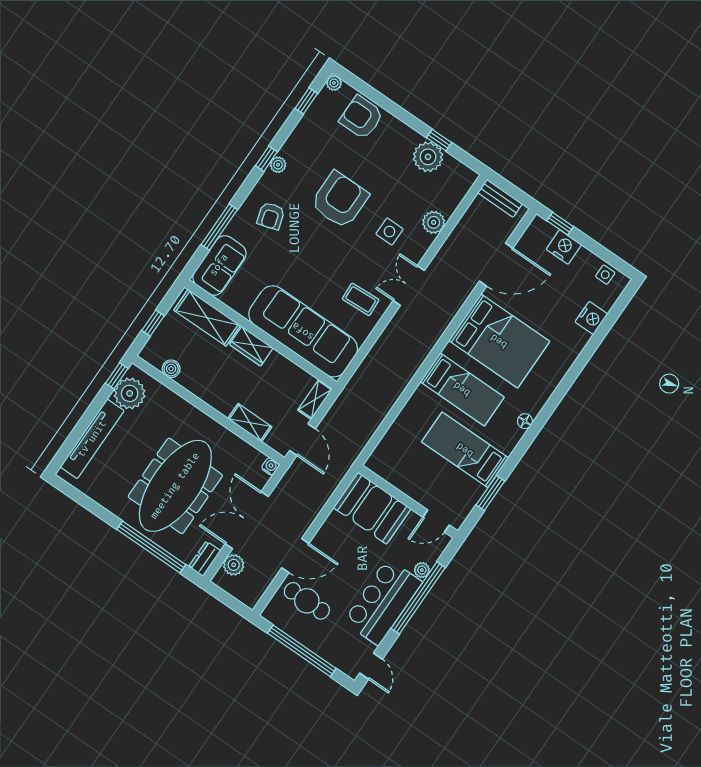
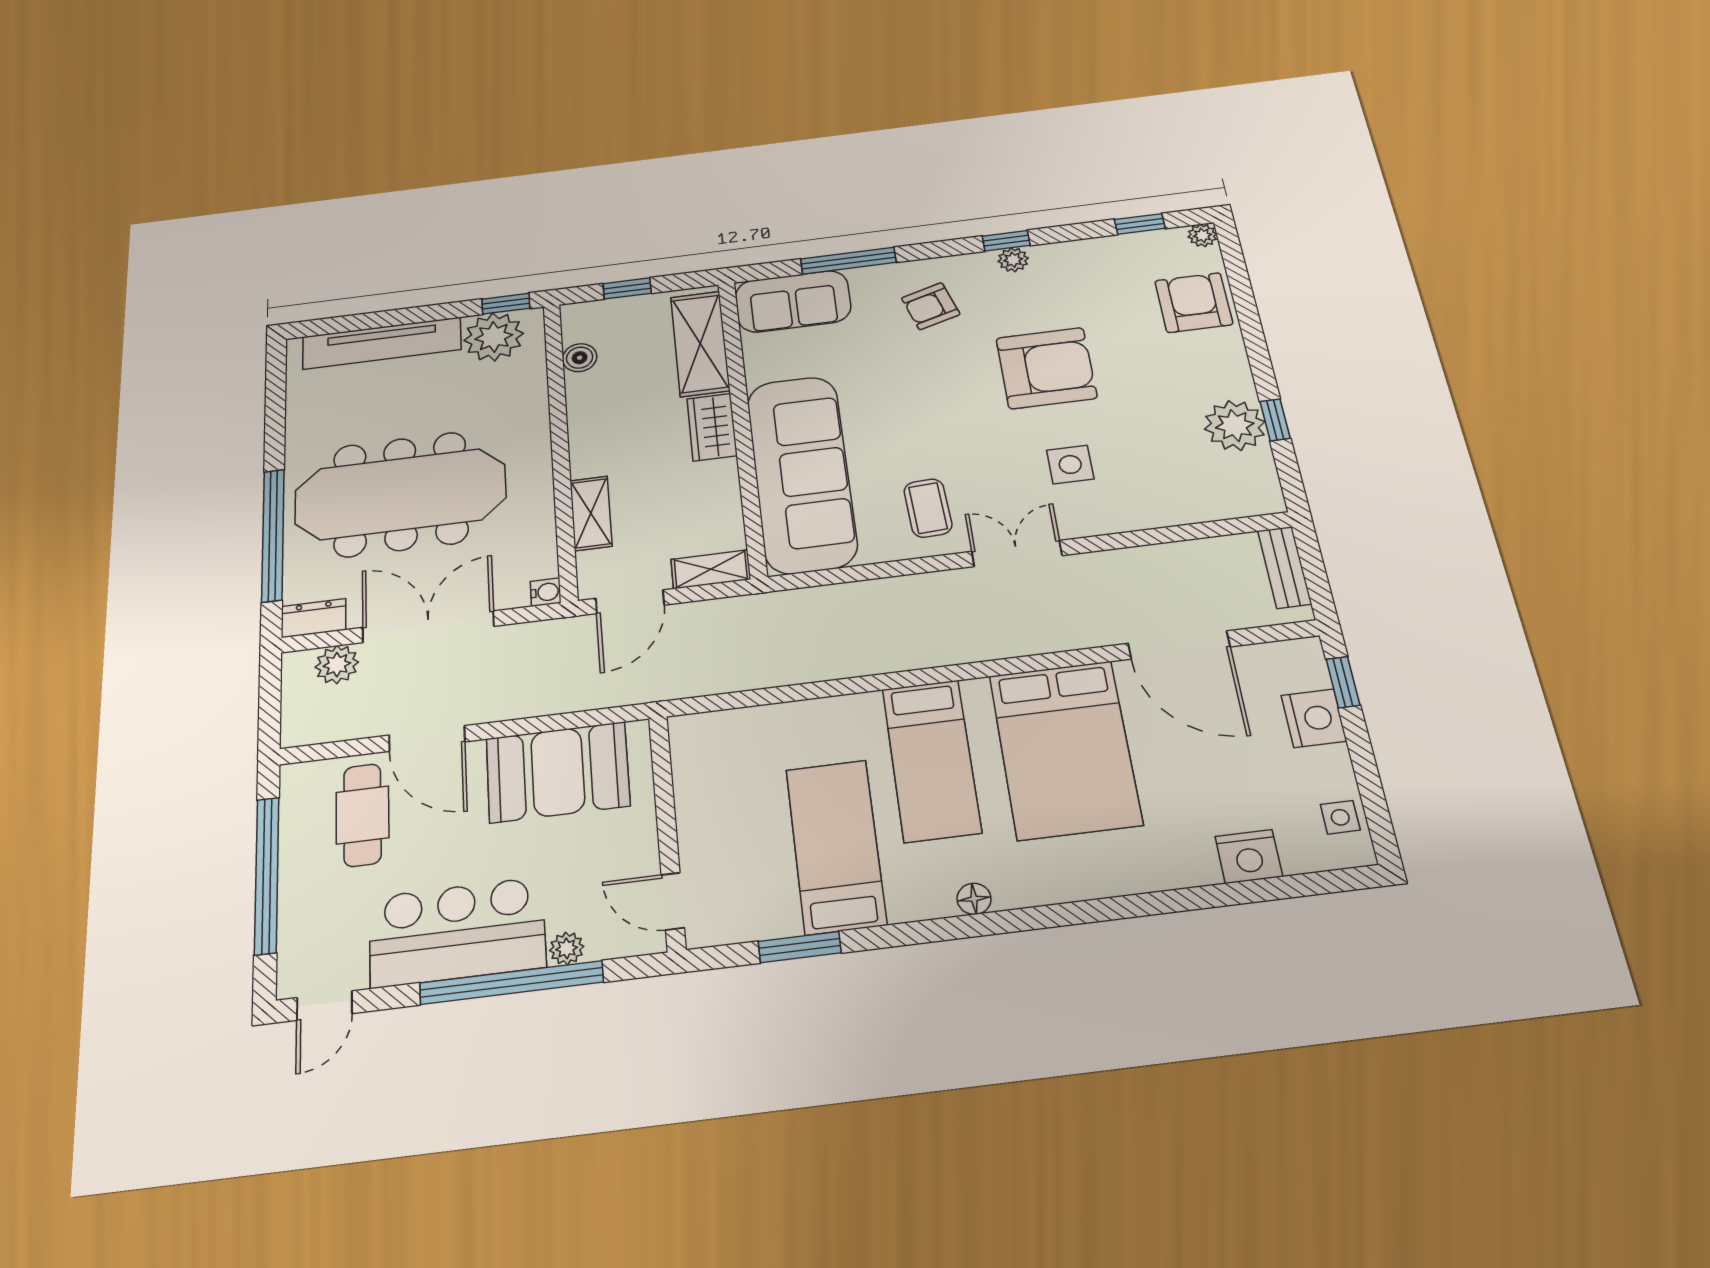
plant: (434, 222) -> (1148, 510), removed
booth: (372, 508) -> (558, 772), moved, turned 90

